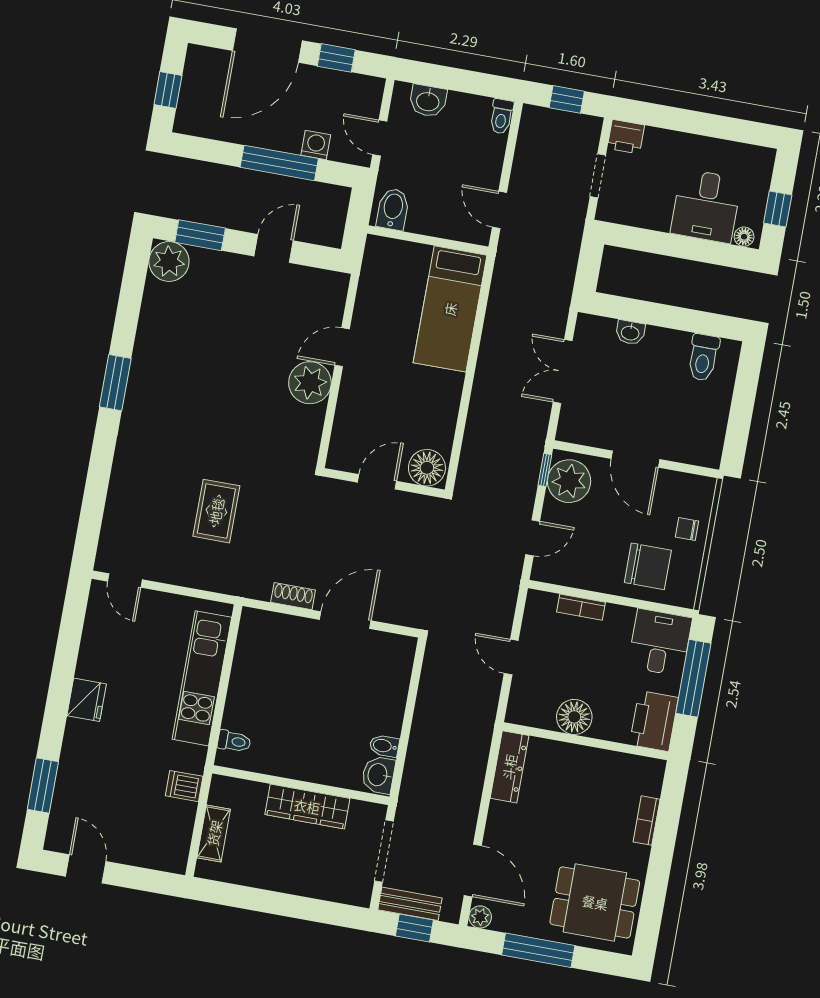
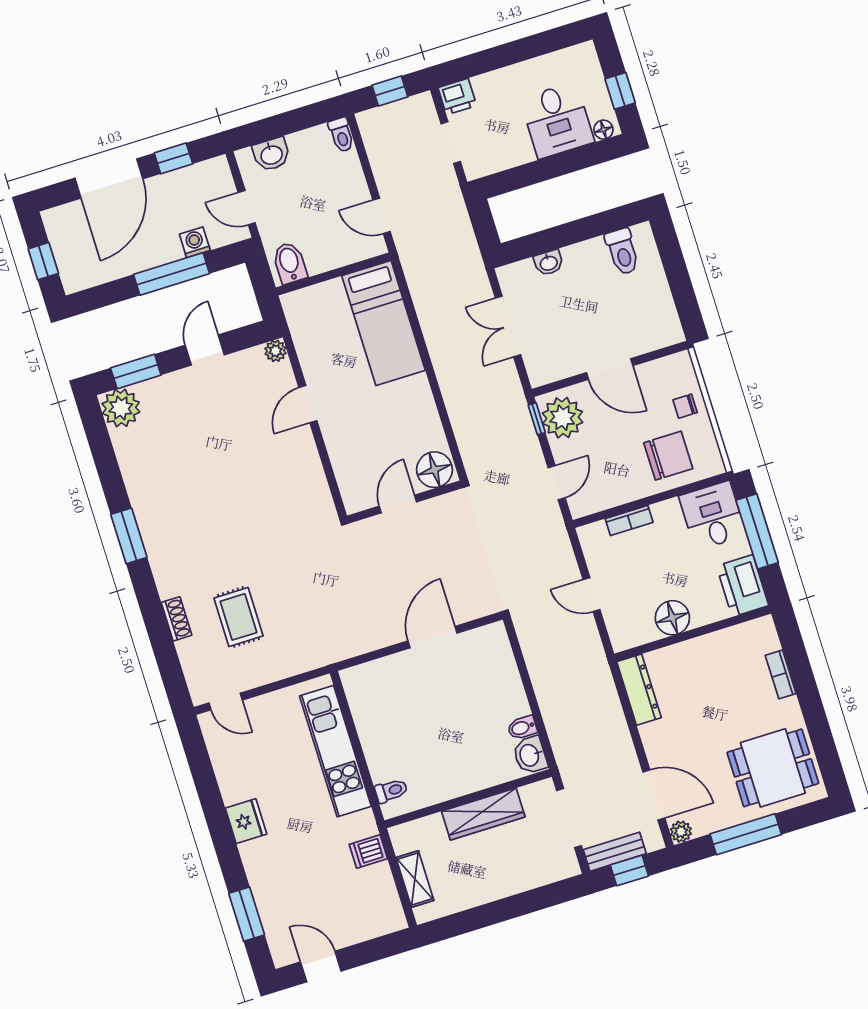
plant: (310, 383) -> (275, 351), moved, width x0.53, depth x0.53
rug: (216, 511) -> (238, 617), moved
shoe rack: (293, 596) -> (176, 619), moved, turned 90

